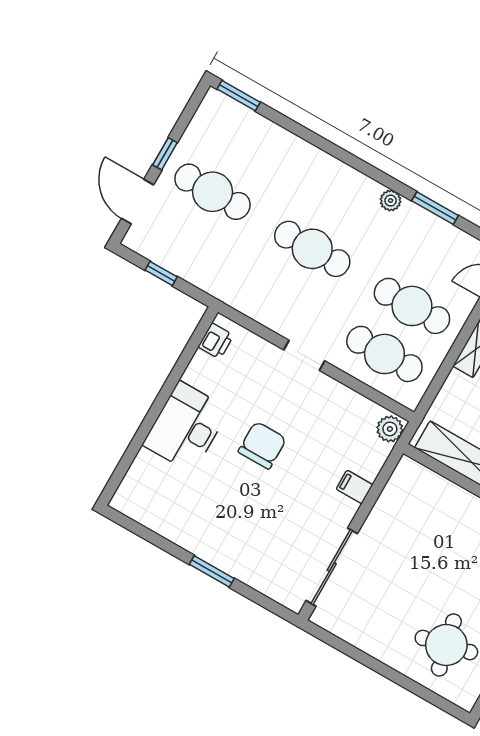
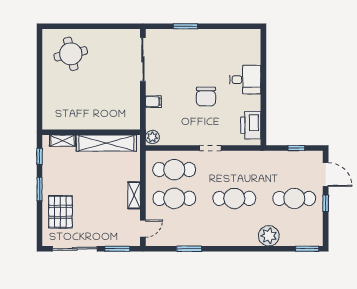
plant: (391, 201) -> (269, 236), moved, width x1.88, depth x1.88
printer: (216, 341) -> (251, 125), width x1.87, depth x1.48
desk: (186, 427) -> (245, 80), width x0.73
window: (212, 571) -> (185, 26), moved

